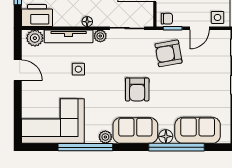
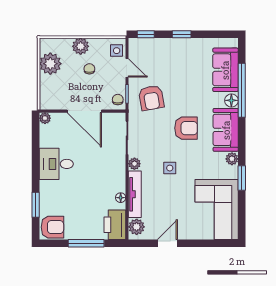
floor lamp: (87, 22) -> (121, 198), moved
side table: (78, 69) -> (170, 168), moved
window: (85, 147) -> (242, 178), width x0.47

